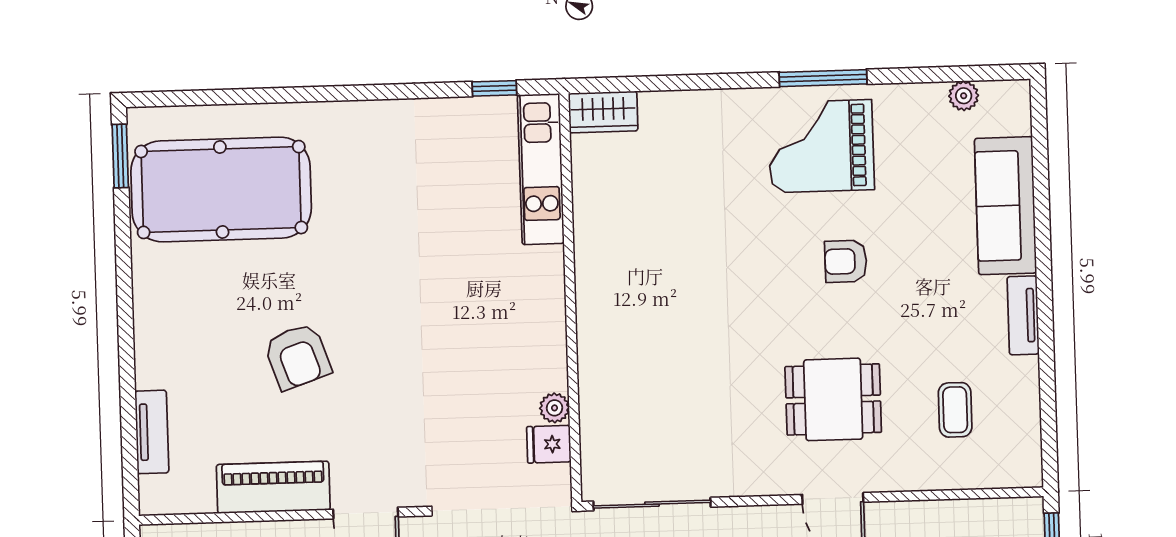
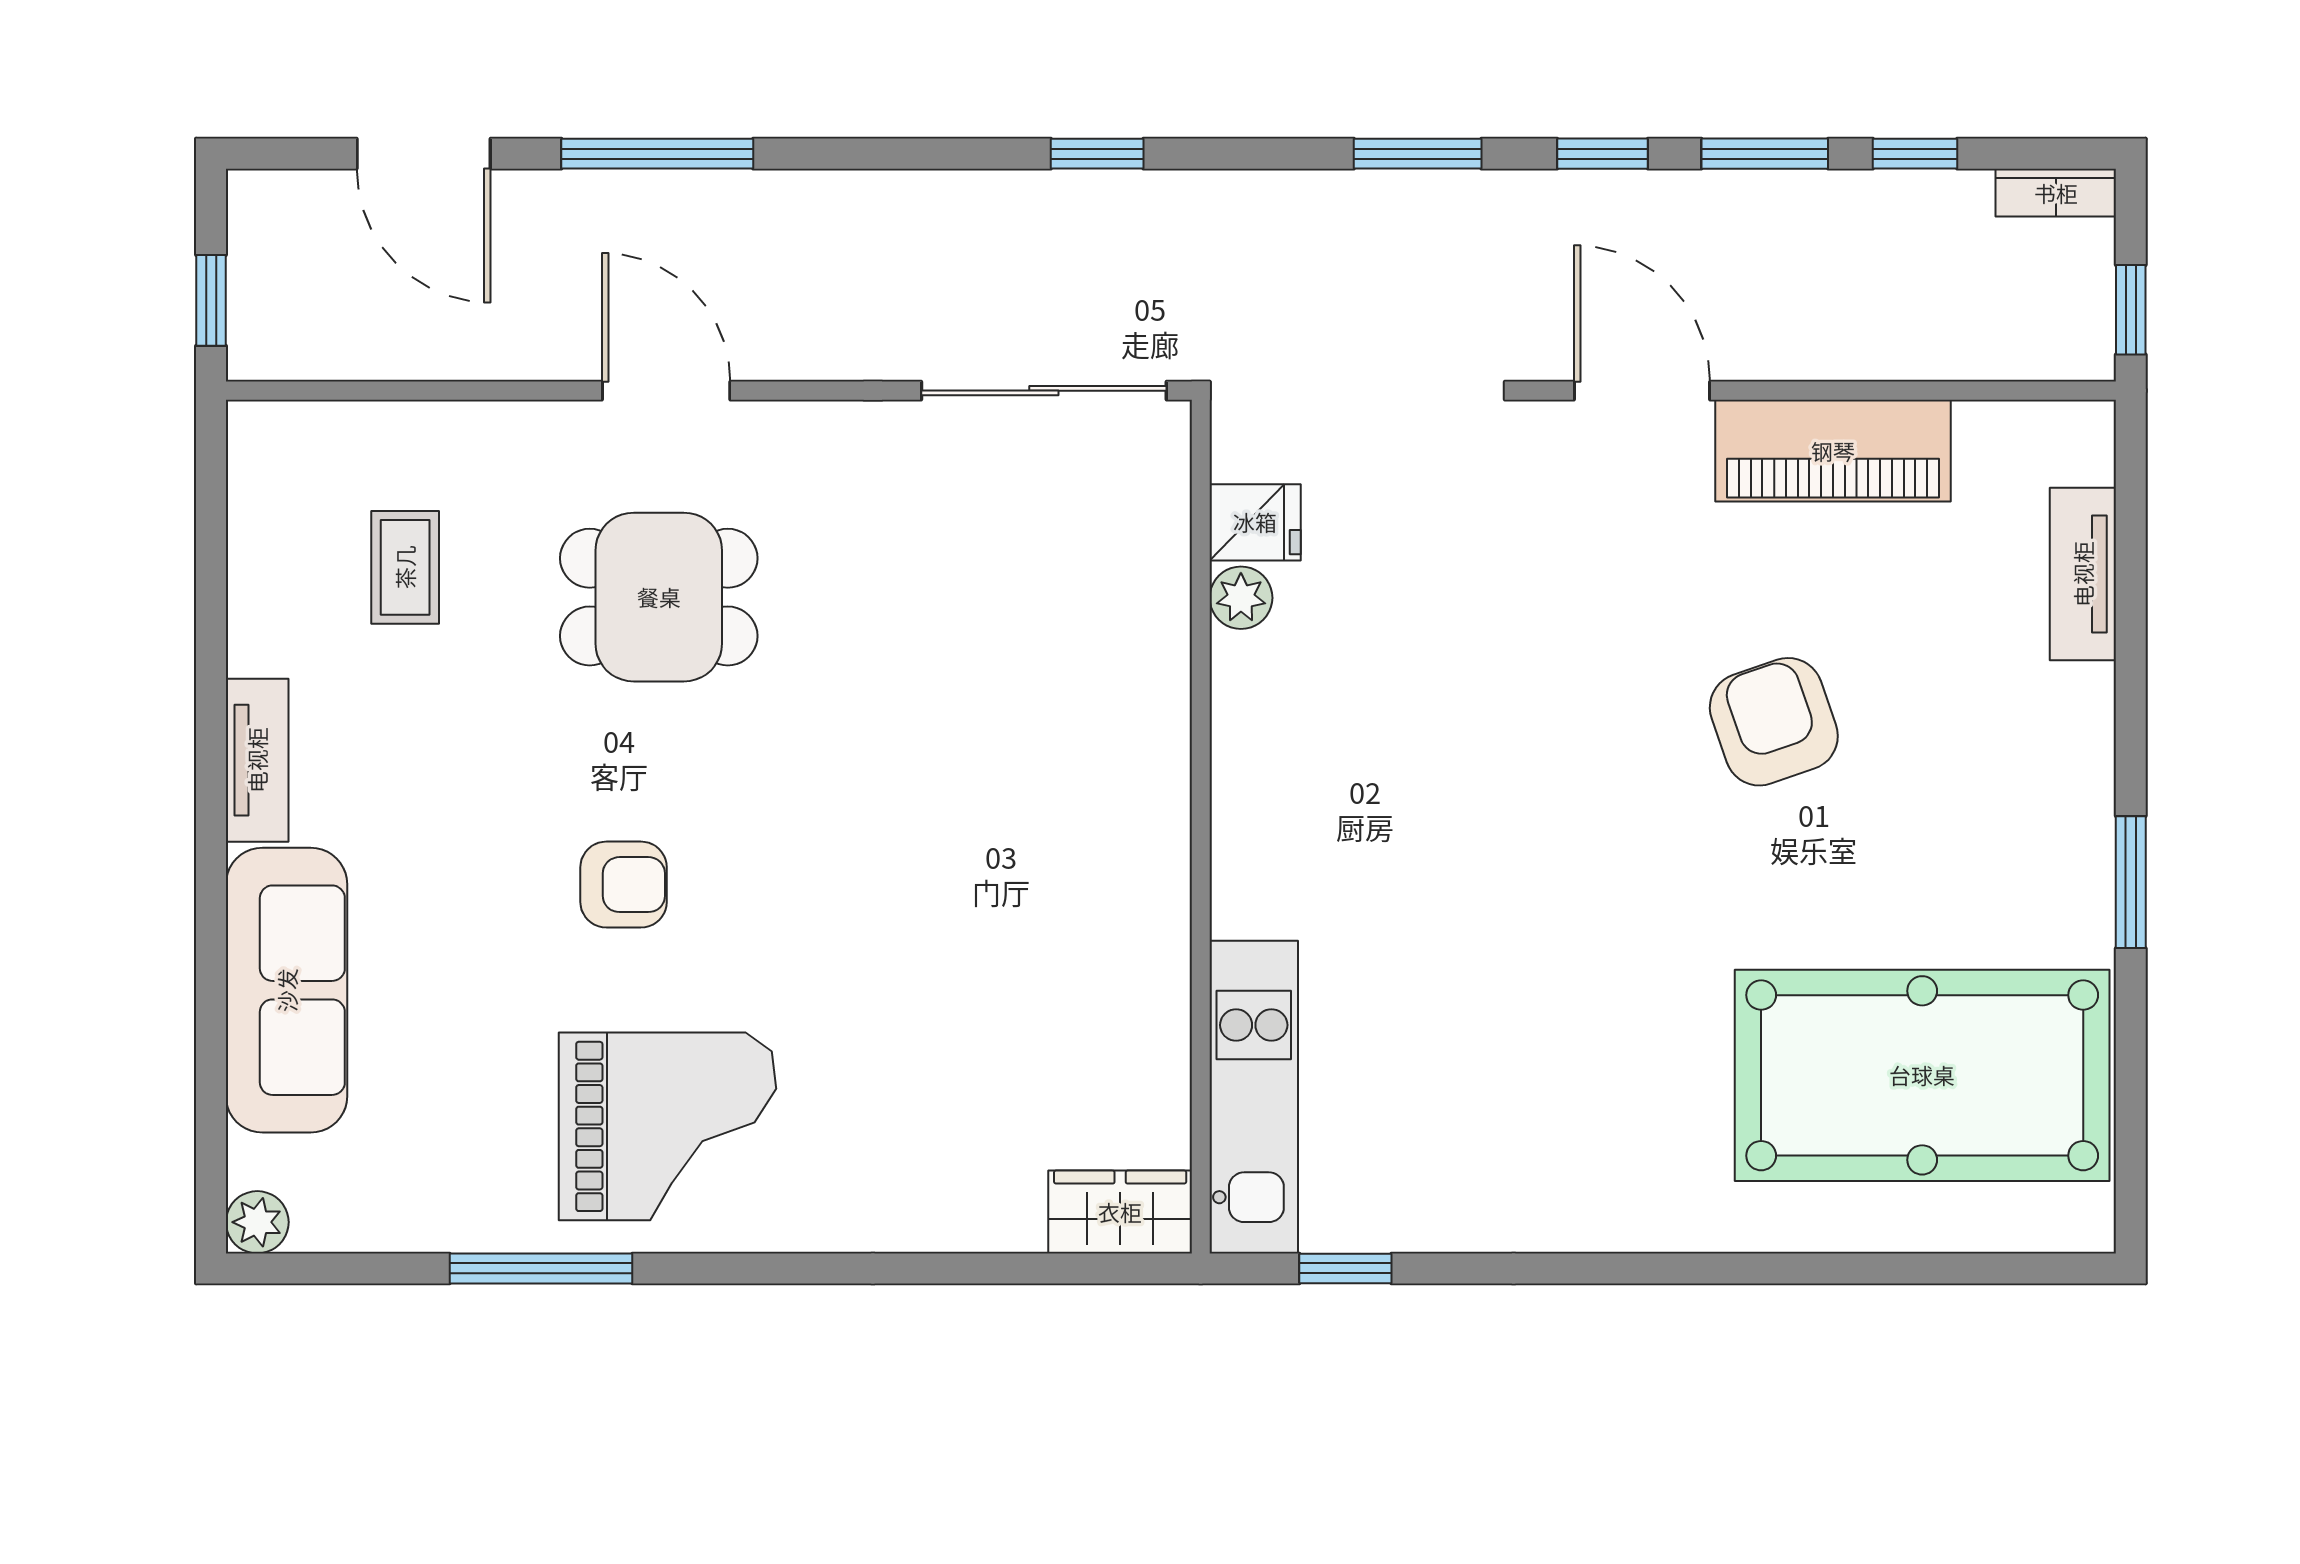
window: (823, 78) -> (541, 1268), moved
plant: (964, 96) -> (257, 1222), moved
window: (120, 156) -> (2131, 882), moved

